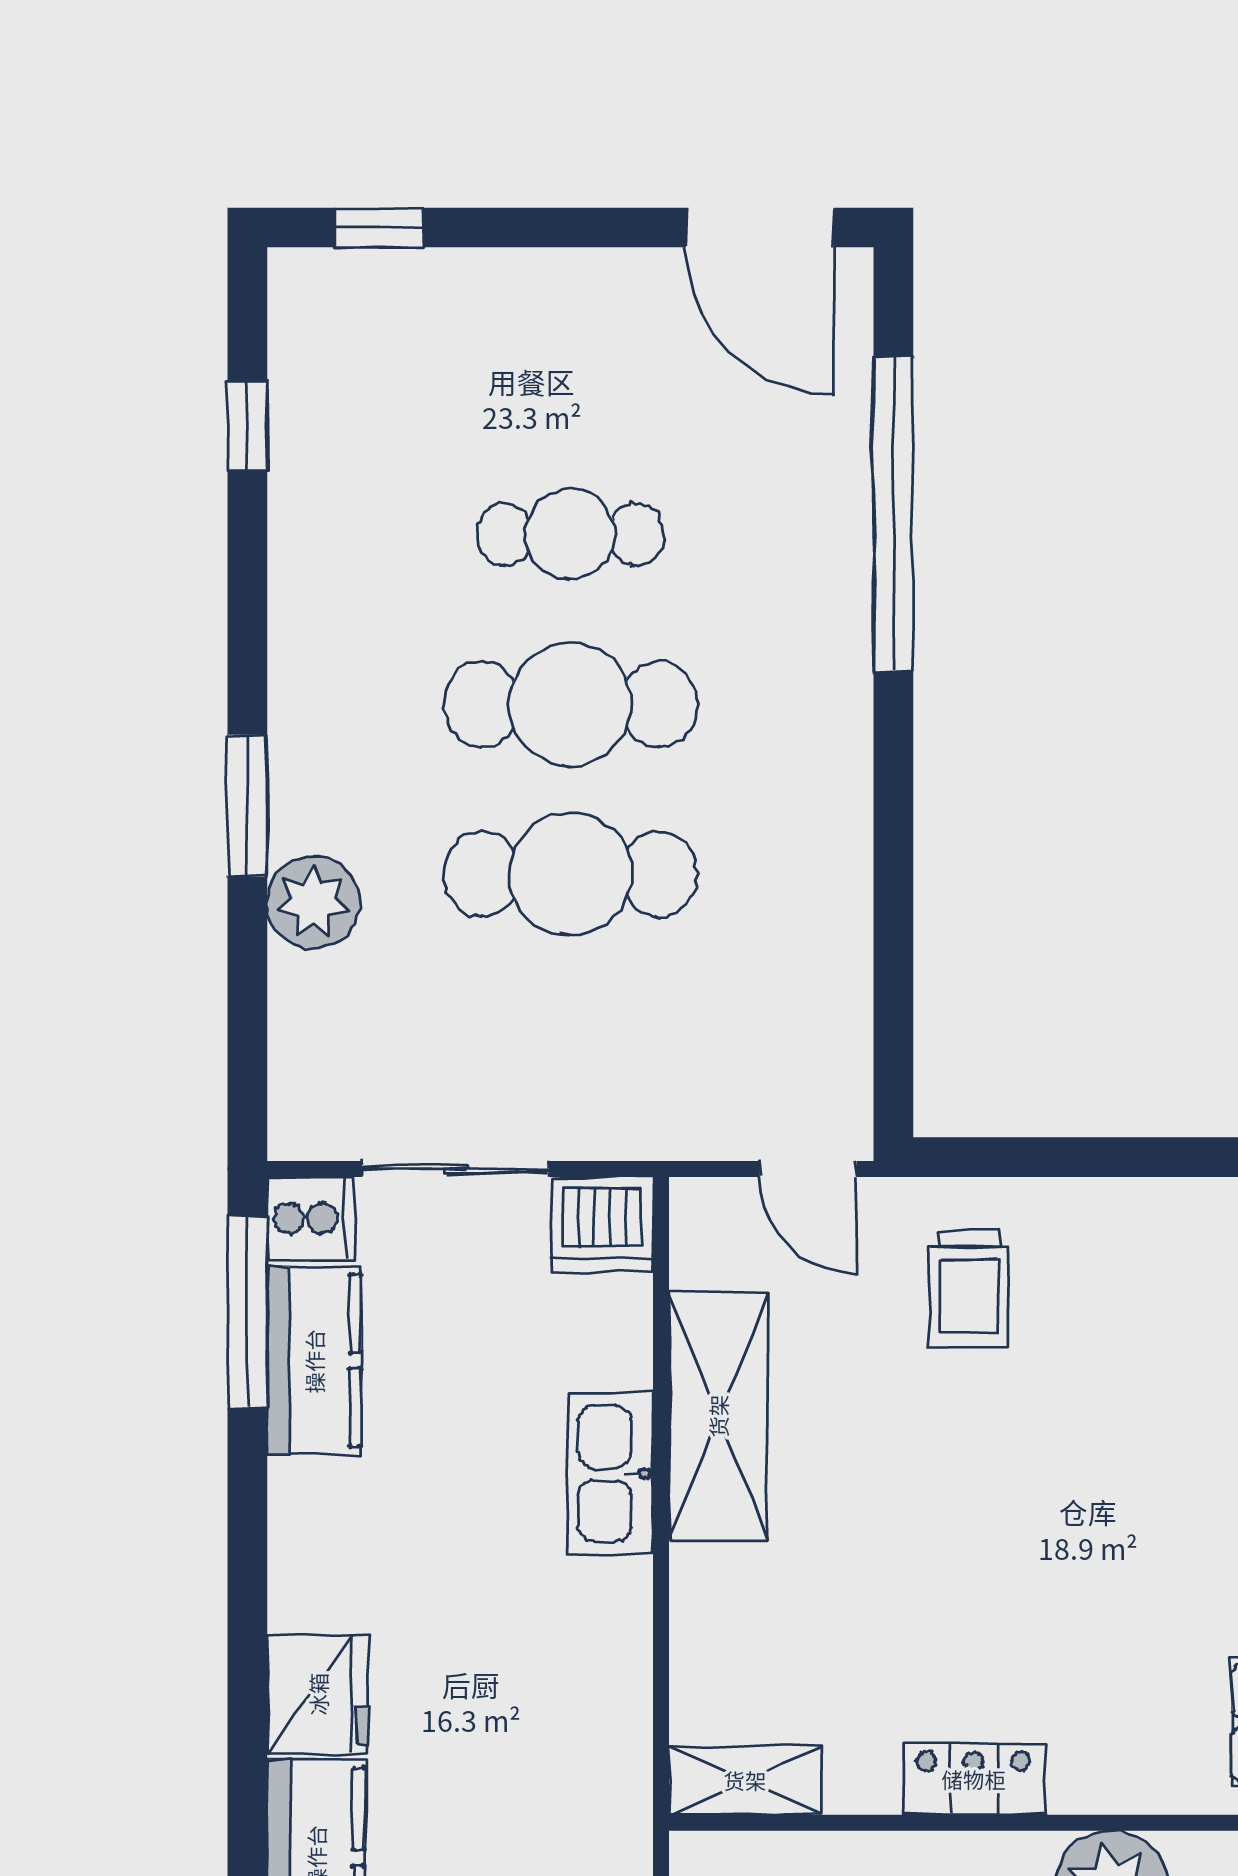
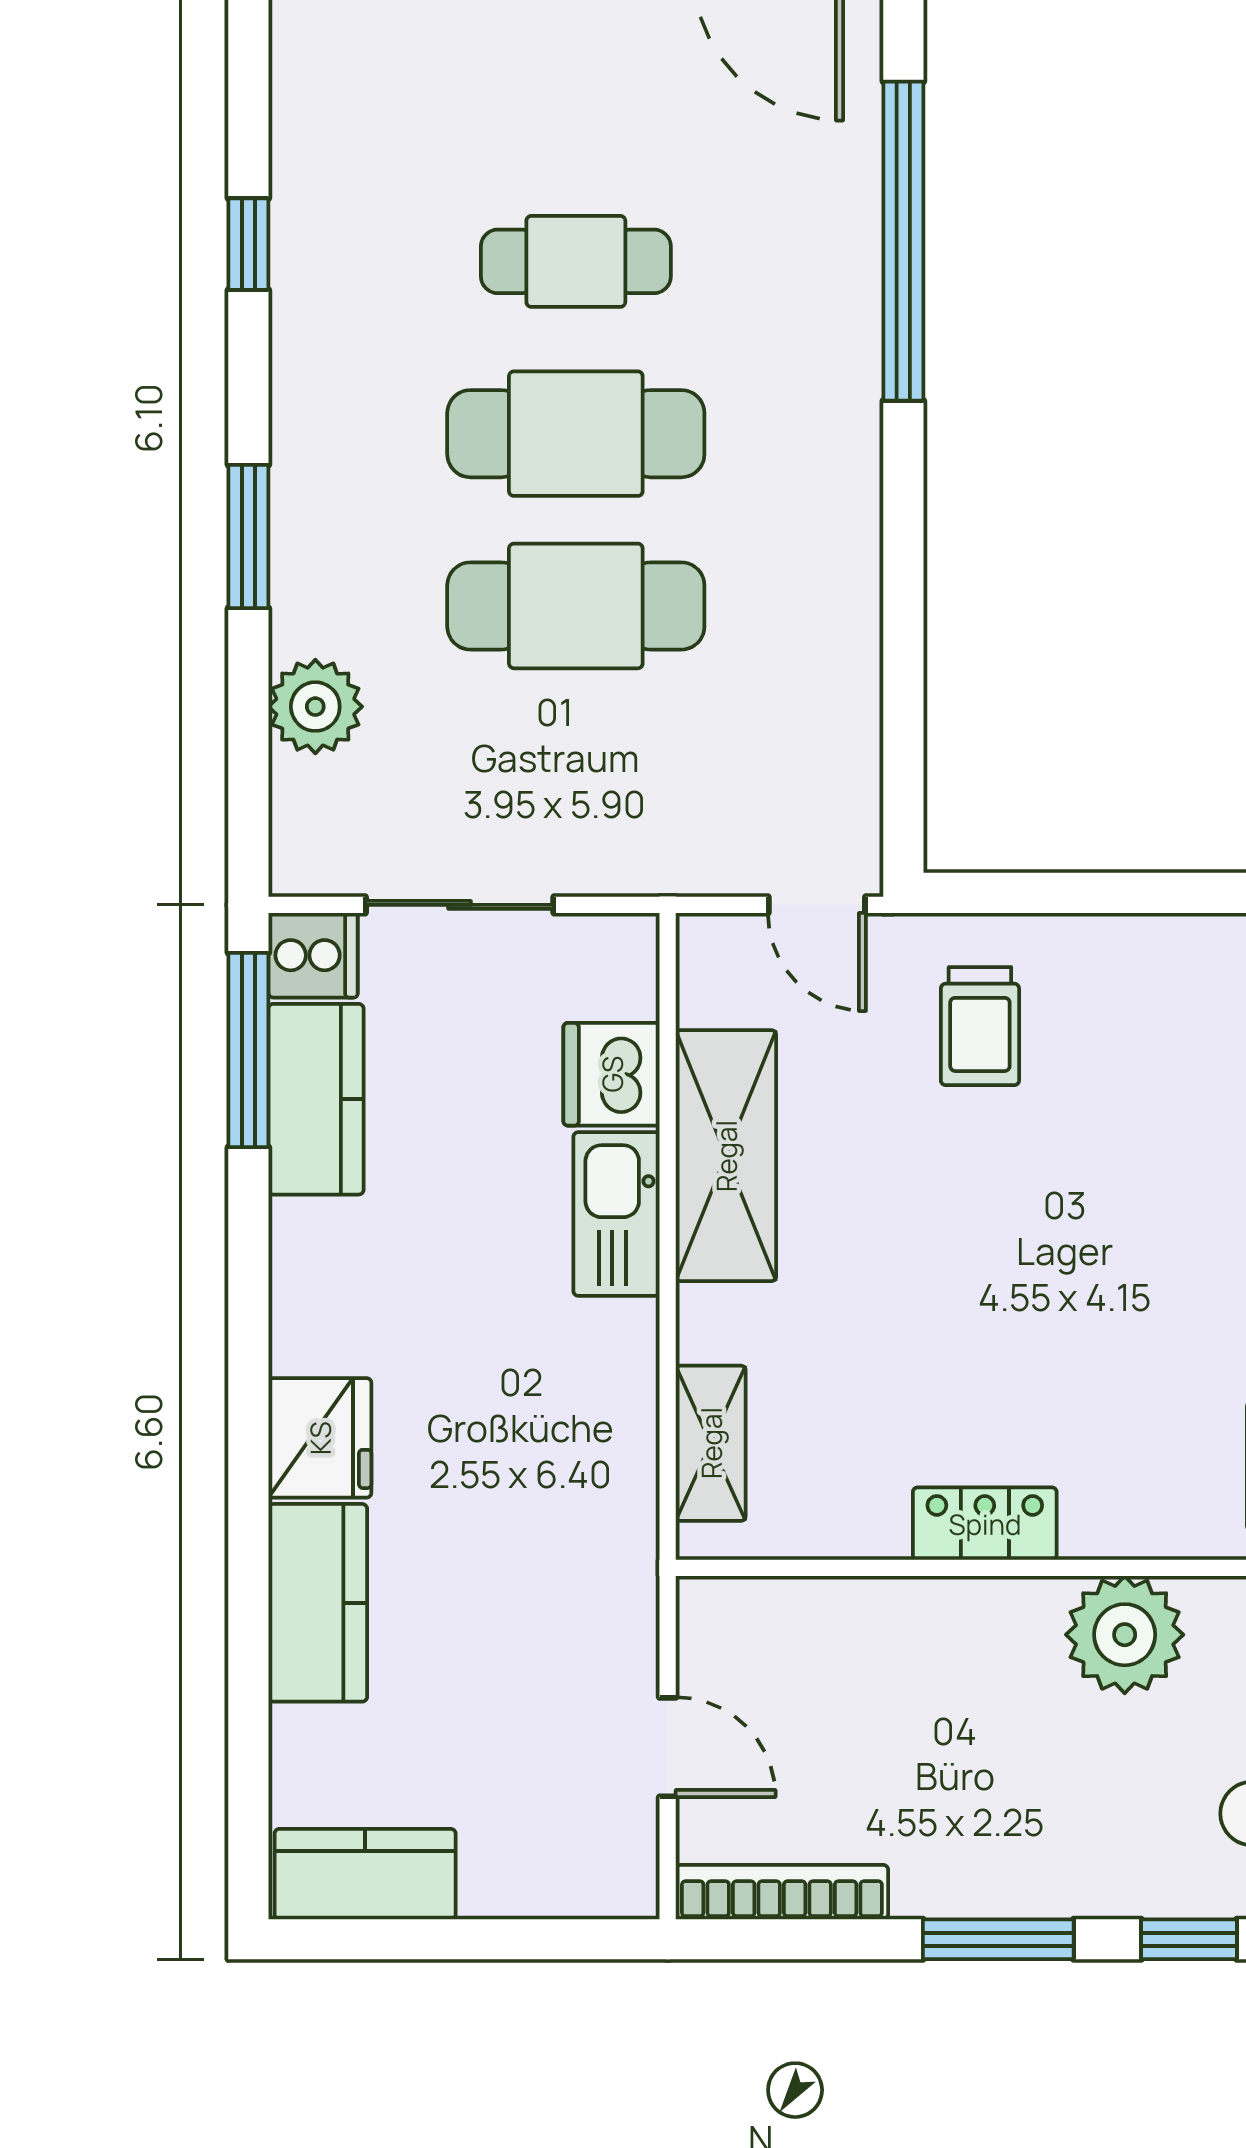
window: (247, 426) -> (248, 244), moved
plant: (313, 902) -> (315, 707), moved
dishwasher: (602, 1224) -> (612, 1074), moved, turned 90
shelving: (745, 1780) -> (711, 1443), moved, turned 90

